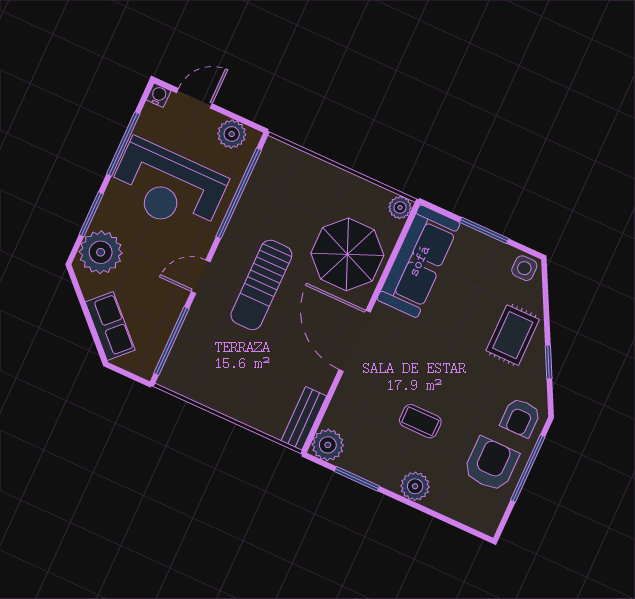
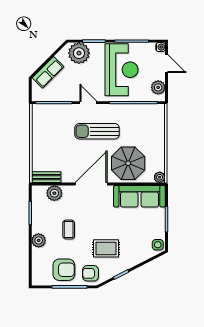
reception desk: (168, 187) -> (122, 70), turned 180
rug: (513, 335) -> (106, 248), moved
plant: (328, 445) -> (54, 193), moved

